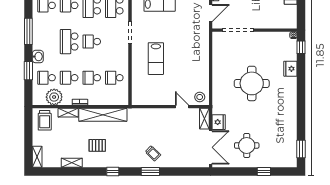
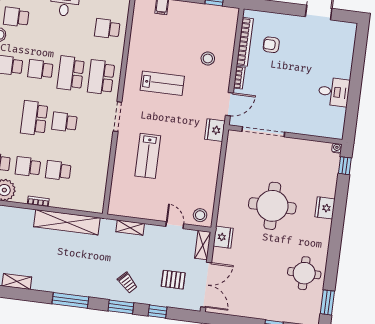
fridge: (202, 33) -> (215, 130), added
fridge: (290, 69) -> (325, 208), moved
school desk: (114, 78) -> (89, 174), removed
shelving: (68, 113) -> (130, 228), moved
fridge: (219, 122) -> (223, 237), moved
pallet: (97, 145) -> (173, 280), moved
round table: (247, 145) -> (304, 273), moved
window: (113, 172) -> (70, 300), width x2.17
window: (178, 172) -> (158, 312), added

